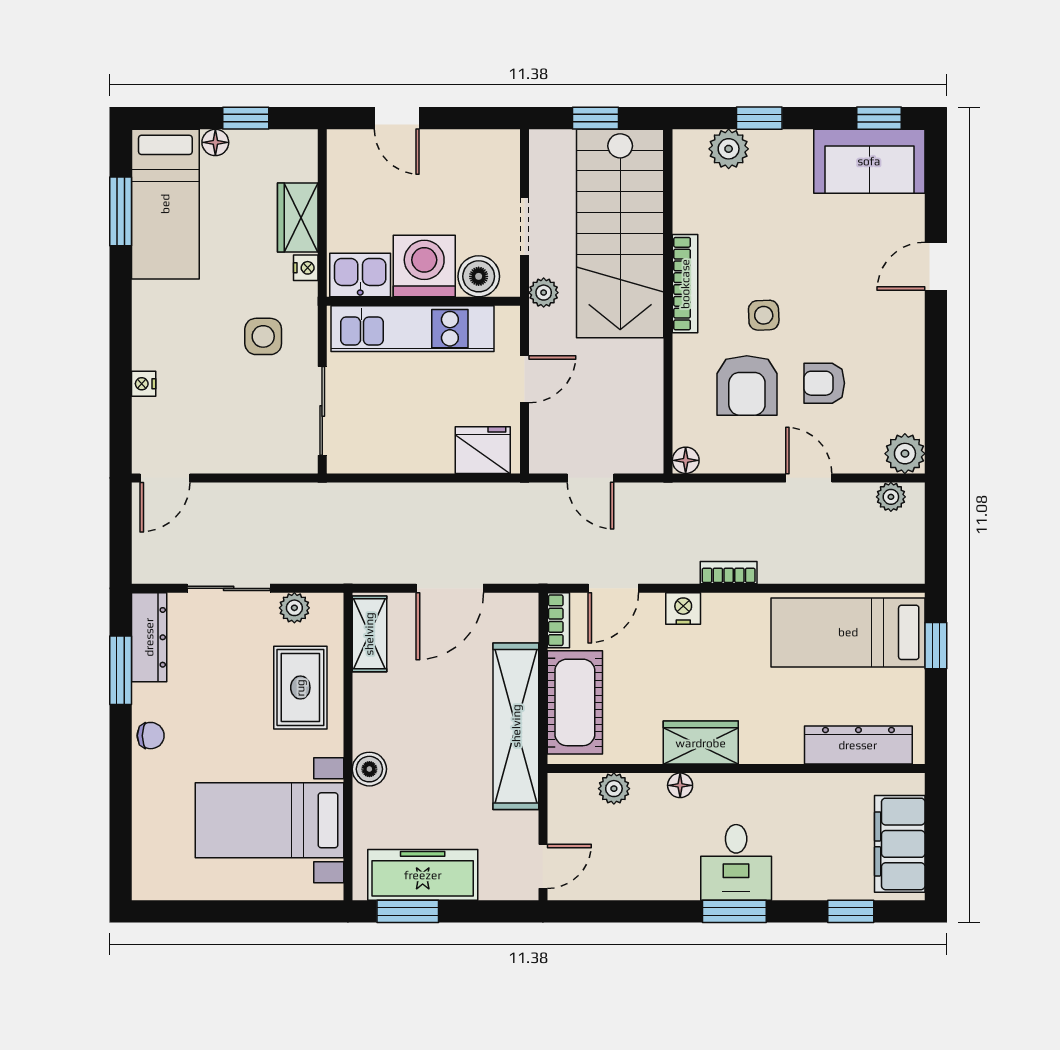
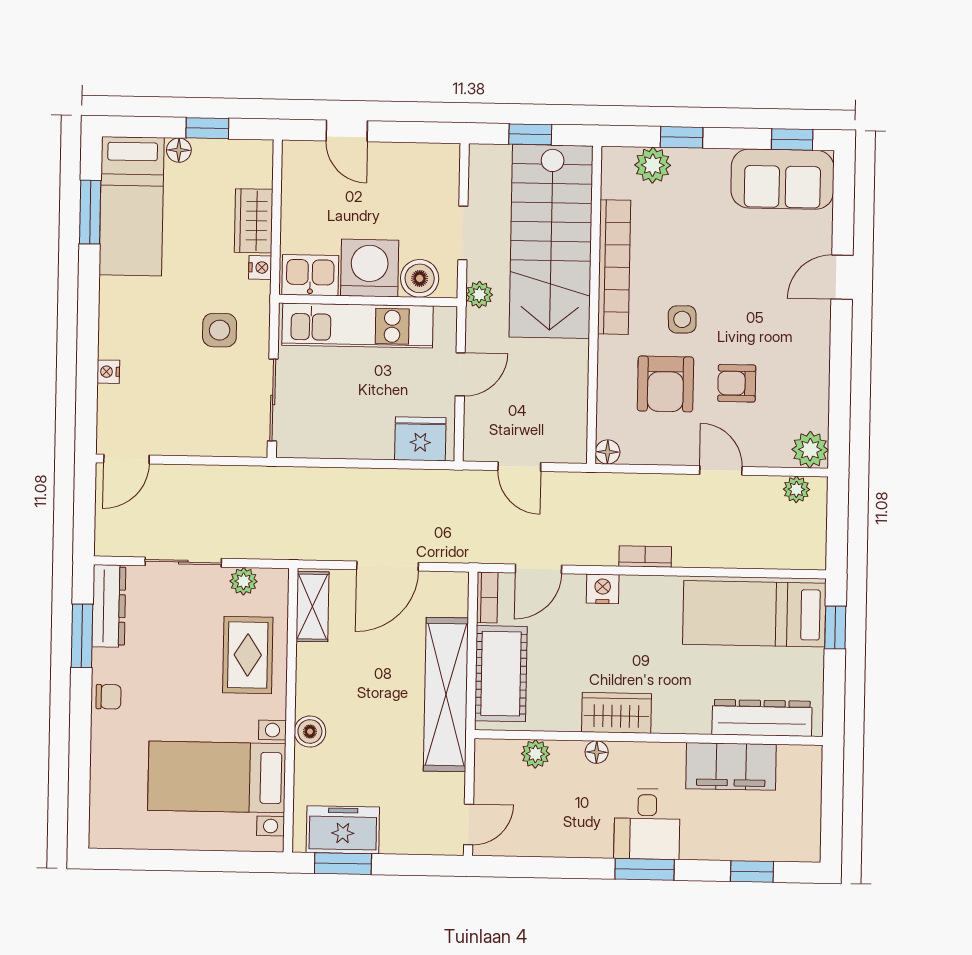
bookcase: (685, 284) -> (614, 267), width x1.48, depth x1.31
filing cabinet: (900, 844) -> (731, 766), moved, turned -90
freezer: (423, 875) -> (343, 830), width x0.71

